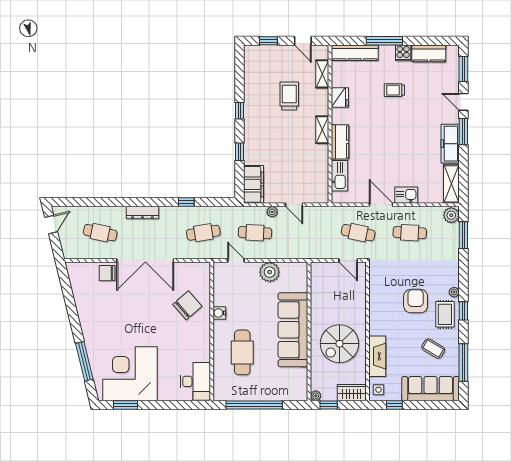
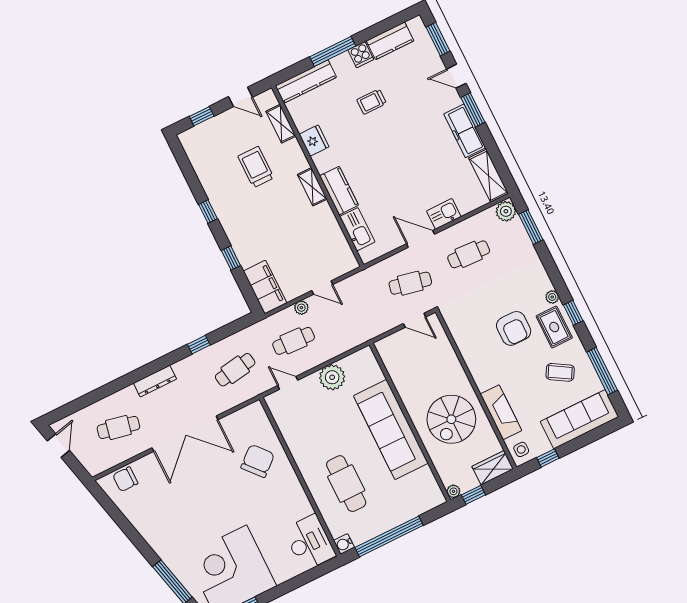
chair: (107, 273) -> (125, 479), moved
armchair: (416, 301) -> (514, 328), turned 180
water cooler: (219, 313) -> (344, 544), moved

